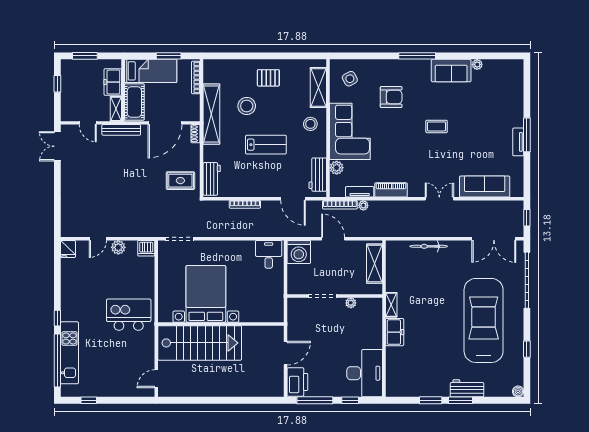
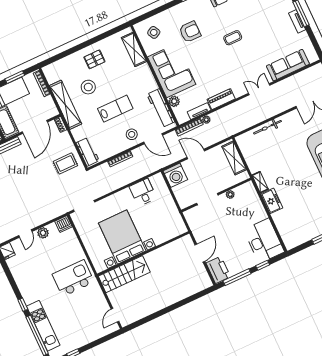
stool: (310, 124) -> (132, 134), moved
workbench: (318, 175) -> (161, 108), width x1.38
desk: (269, 254) -> (143, 192), moved
stairs: (200, 343) -> (124, 274), width x0.73, depth x0.66

